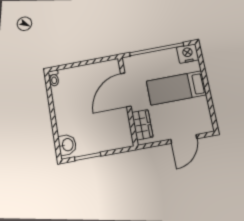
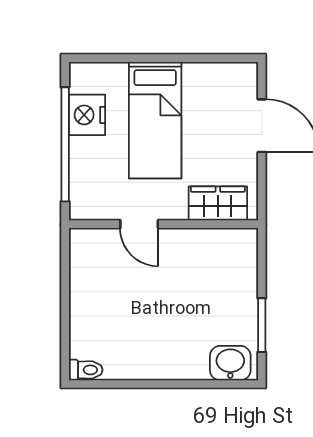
nightstand: (188, 54) -> (87, 115), moved
door: (126, 90) -> (139, 224), width x0.53

